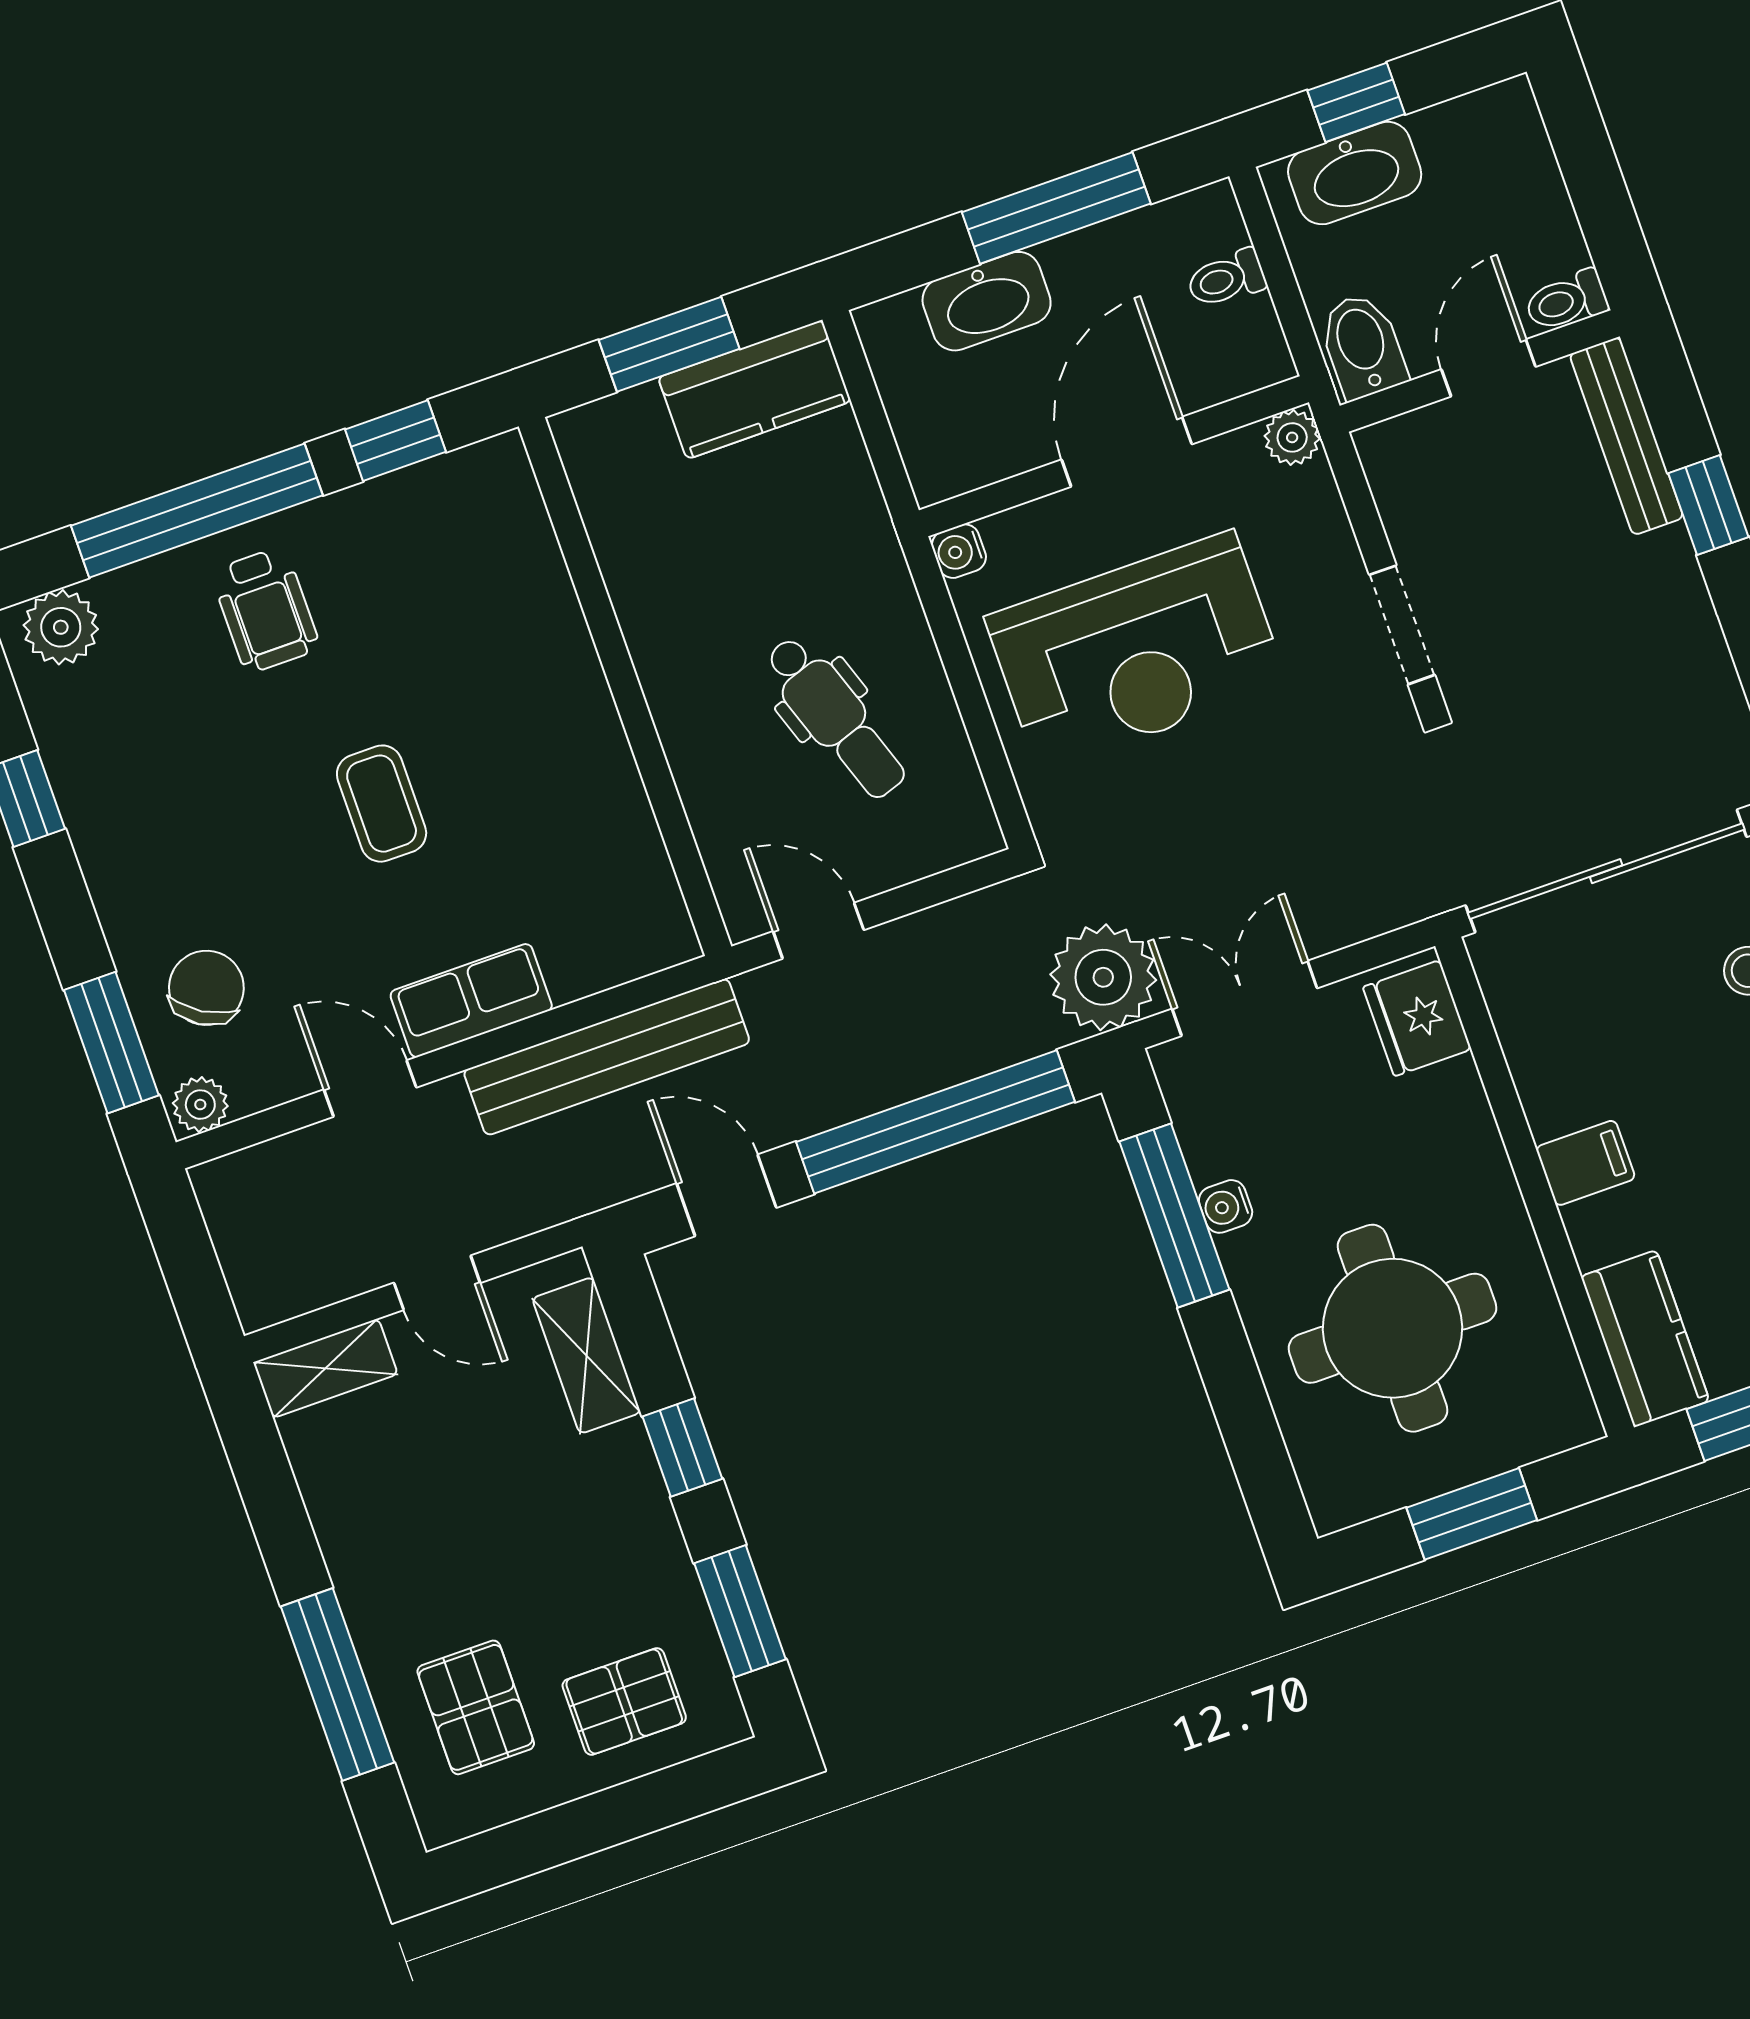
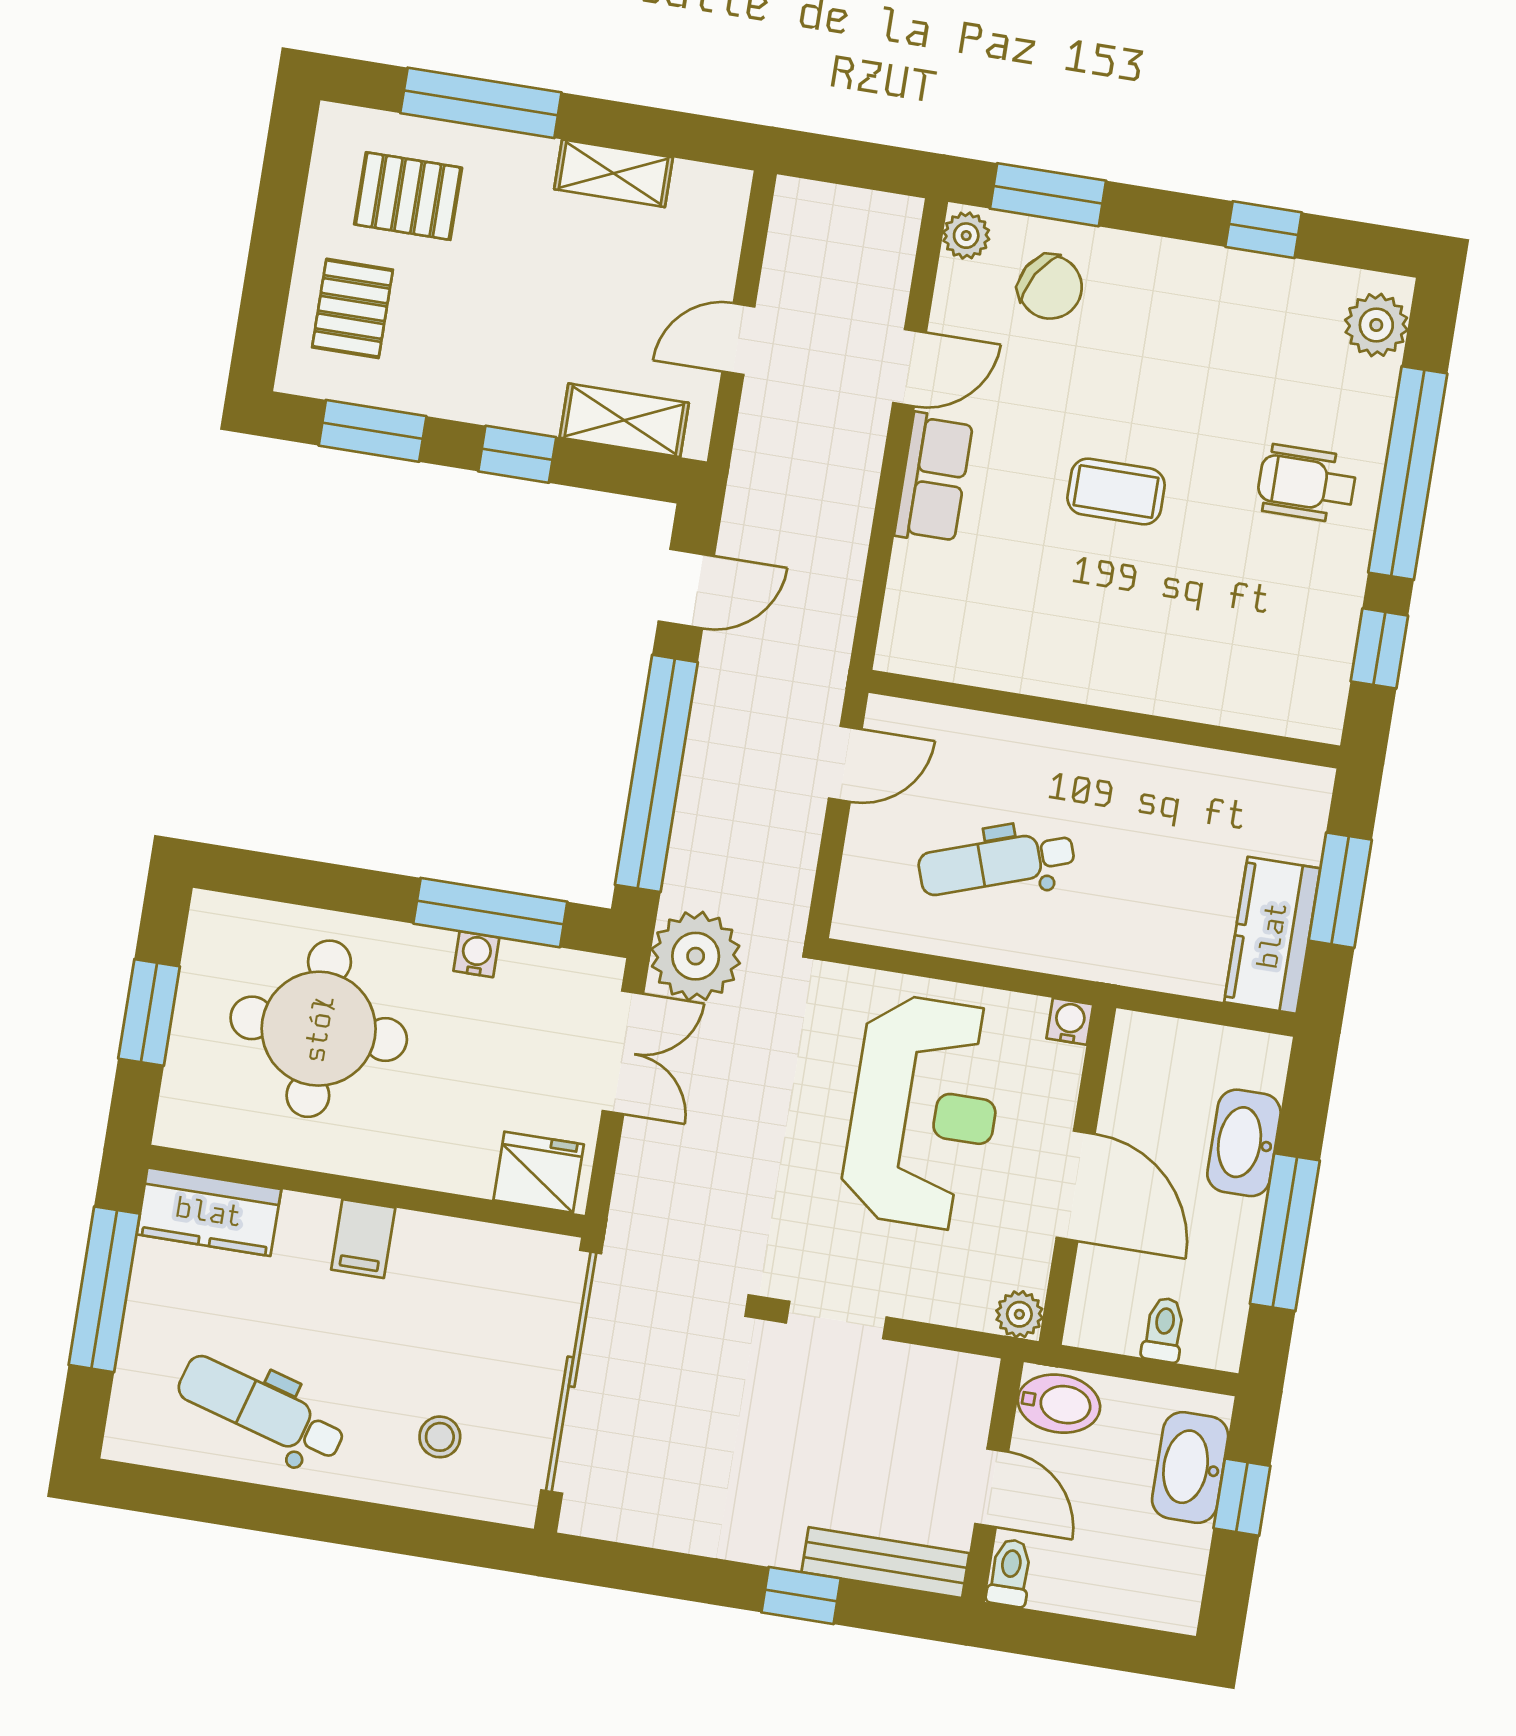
reception desk: (1136, 651) -> (924, 1112), turned 180
bench: (607, 1057) -> (837, 556), removed
shelving: (326, 1368) -> (614, 173), moved, turned 90

